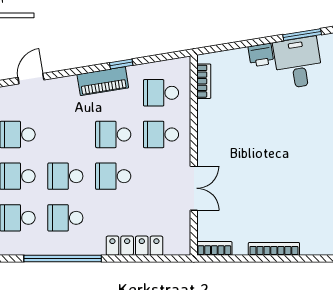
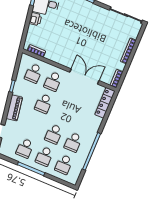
piano: (103, 81) -> (14, 108), moved
school desk: (113, 176) -> (63, 112), removed
double door: (194, 188) -> (84, 76), width x1.37
locker: (134, 246) -> (105, 103), moved

